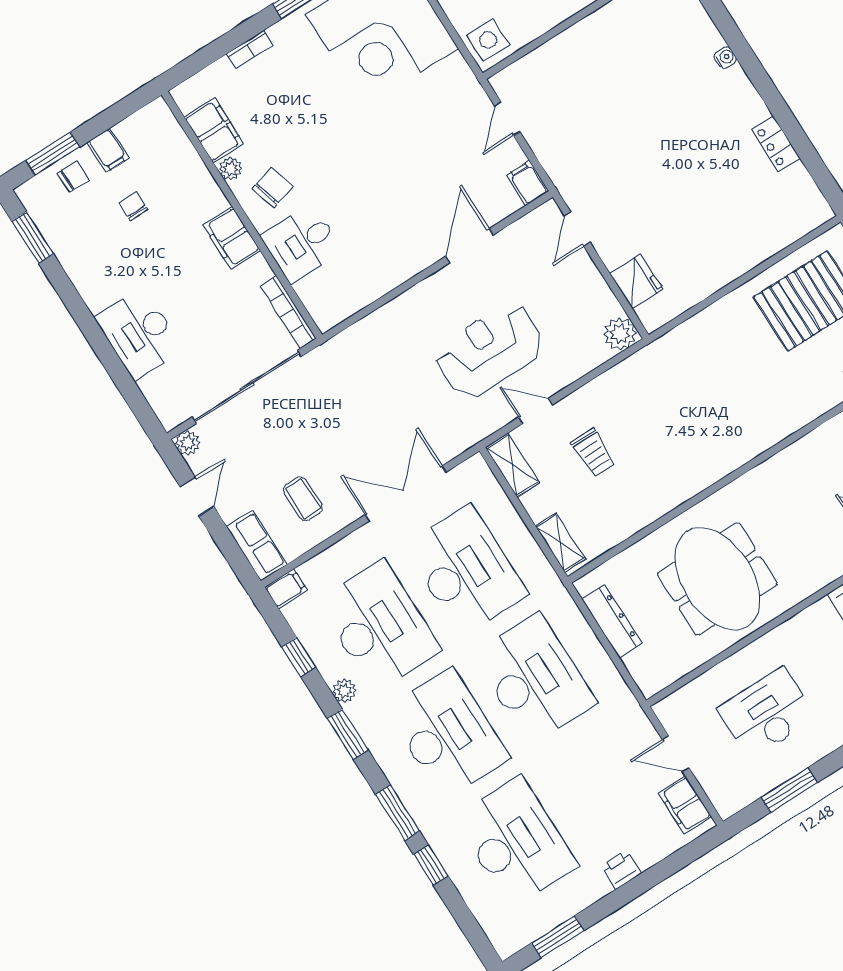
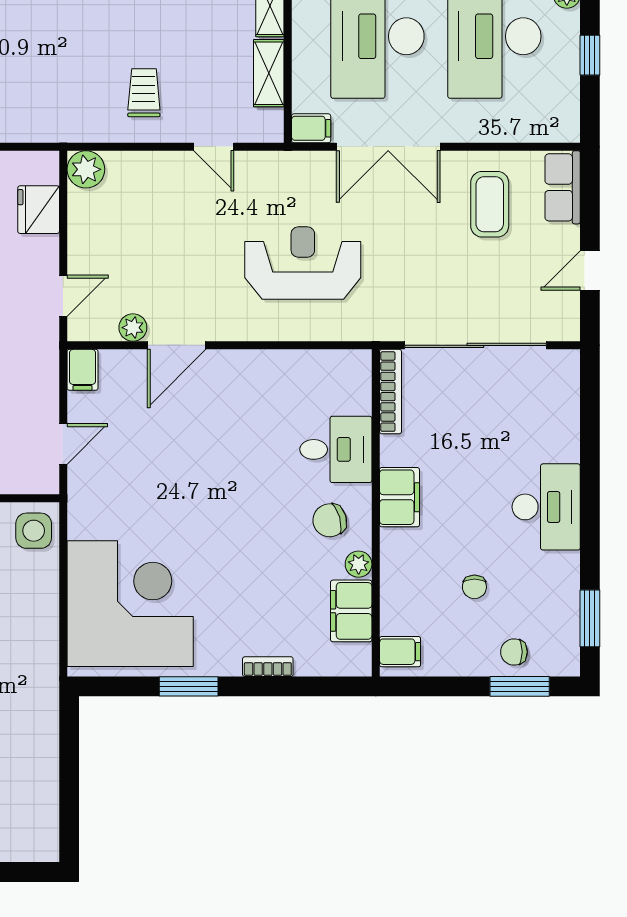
filing cabinet: (108, 150) -> (400, 652), moved, turned 90
desk: (139, 333) -> (546, 507), moved
reception desk: (490, 350) -> (303, 263), moved, turned 180
plant: (188, 443) -> (133, 328), moved
trolley: (593, 453) -> (144, 93), moved
shelving: (512, 465) -> (269, 73), moved
coffee table: (303, 499) -> (490, 204), width x1.36, depth x1.30
filing cabinet: (286, 589) -> (311, 128), moved, turned 180

